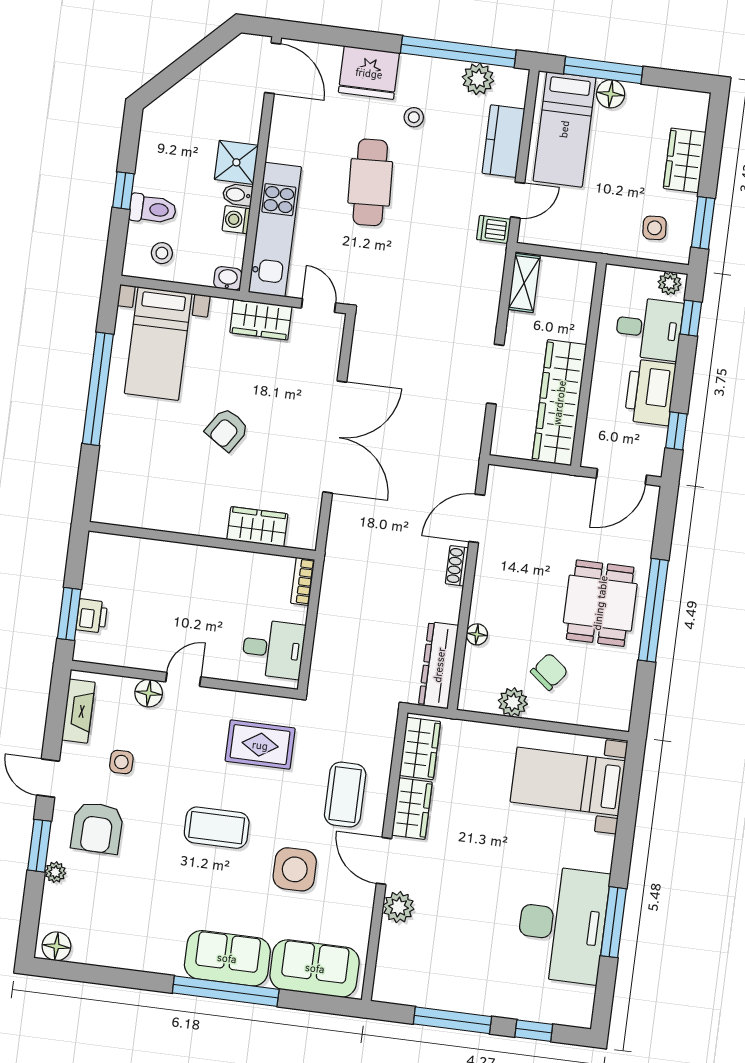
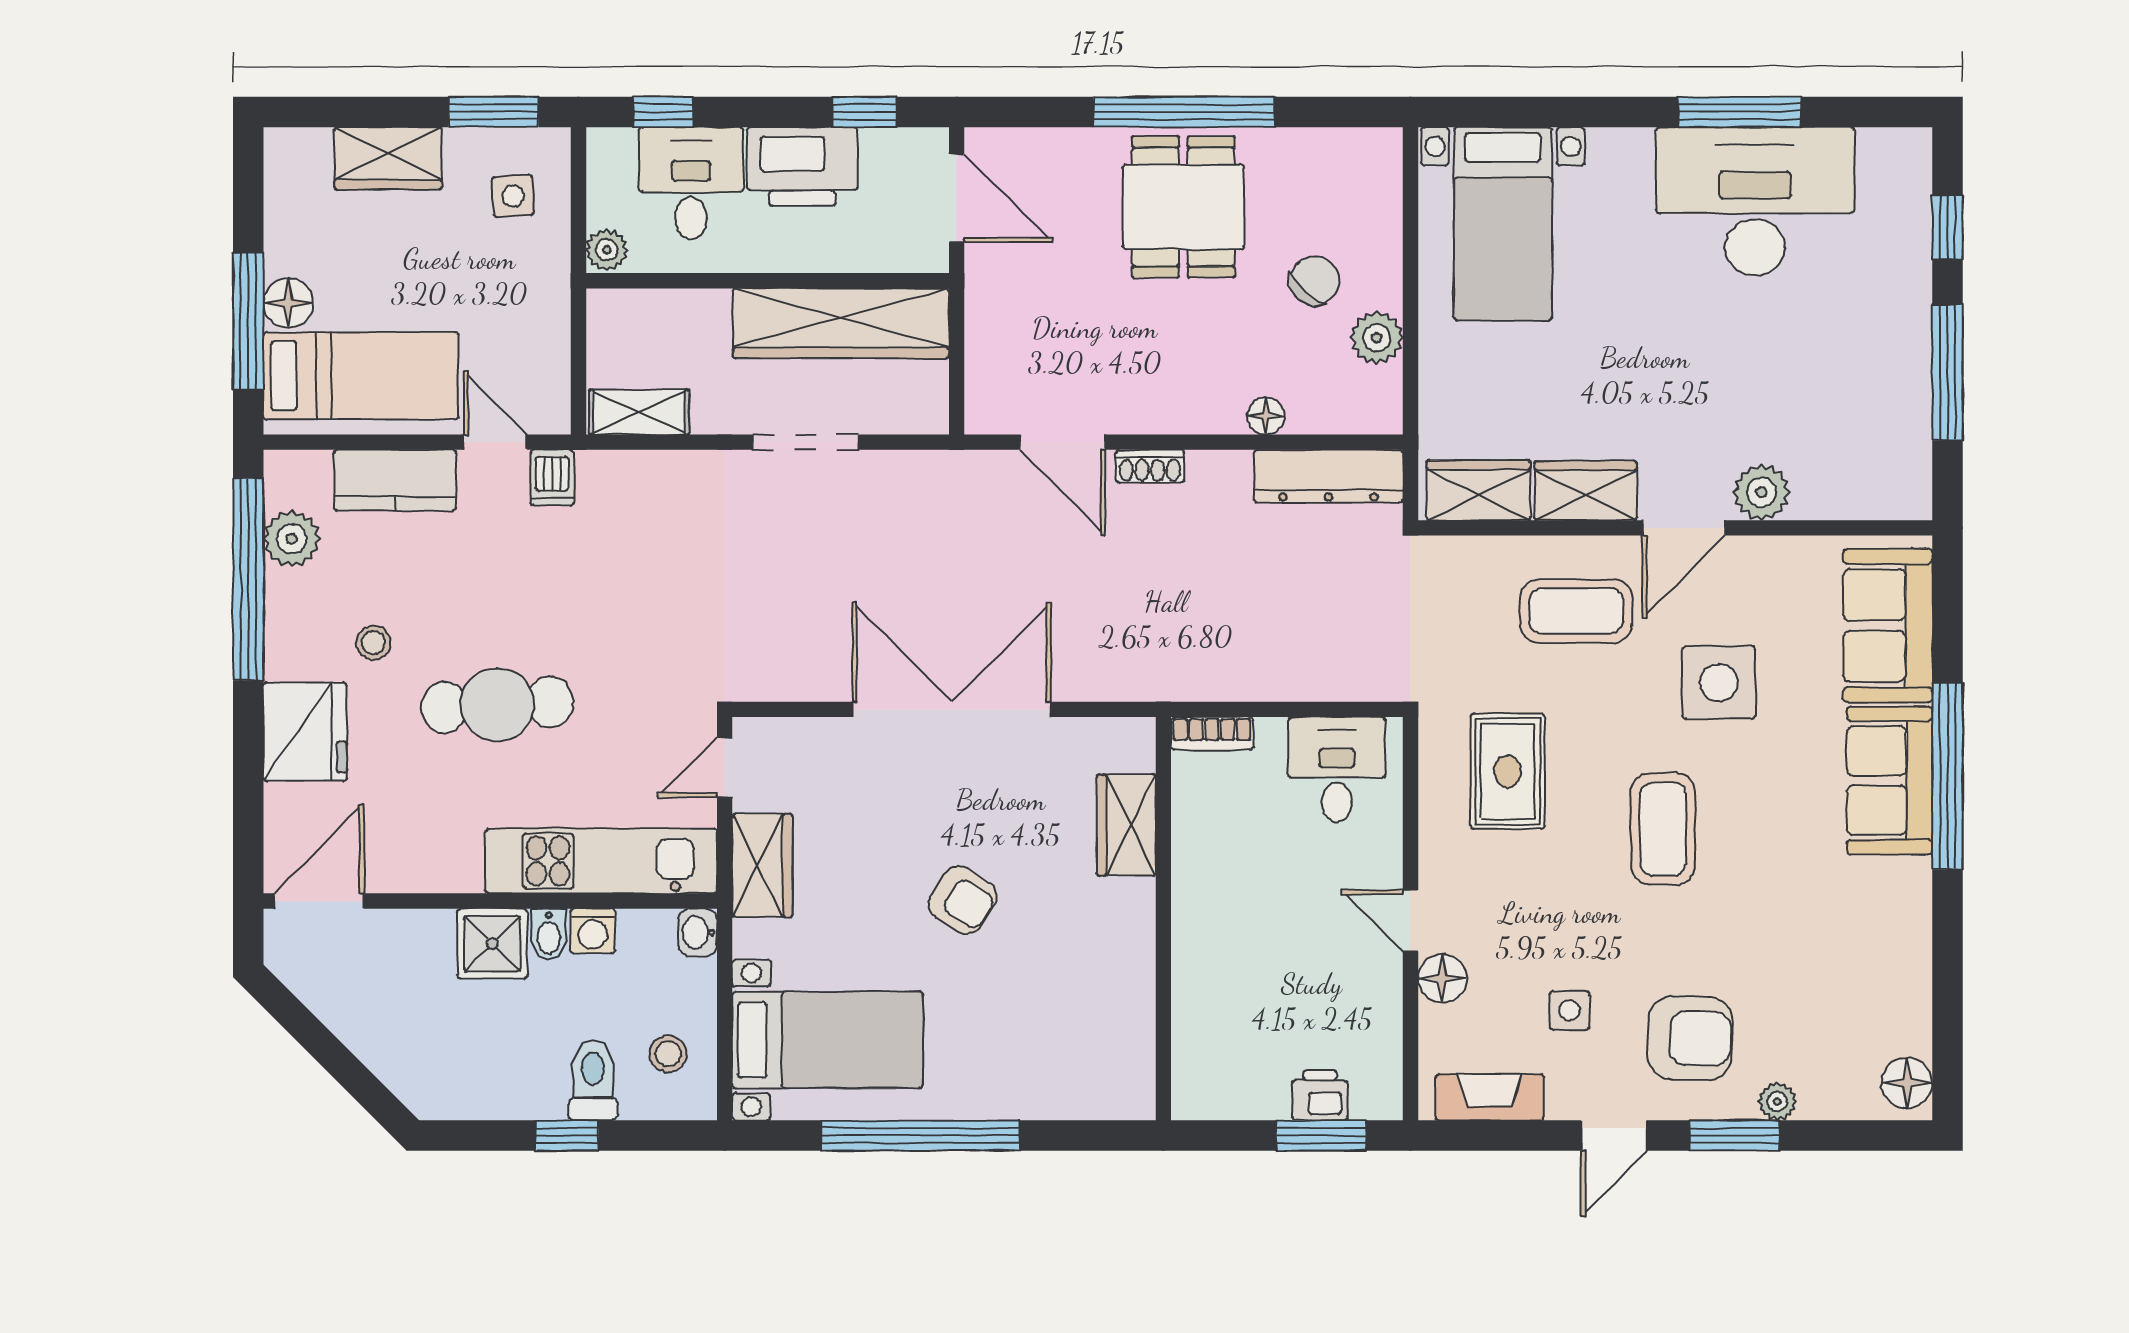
plant: (670, 283) -> (607, 250), moved
dining table: (600, 603) -> (1183, 207), turned 90
chair: (549, 672) -> (1315, 281), turned 94

